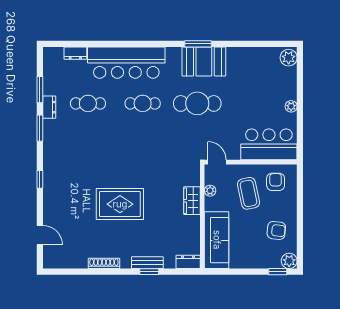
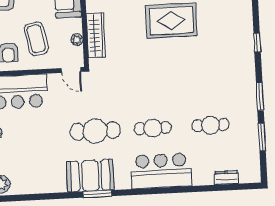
bar counter: (126, 63) -> (161, 171), width x0.73
dresser: (49, 107) -> (251, 119), removed
wardrobe: (192, 201) -> (96, 35), width x1.50

